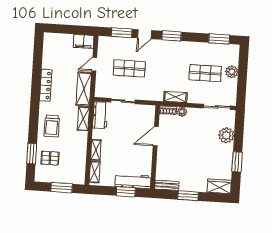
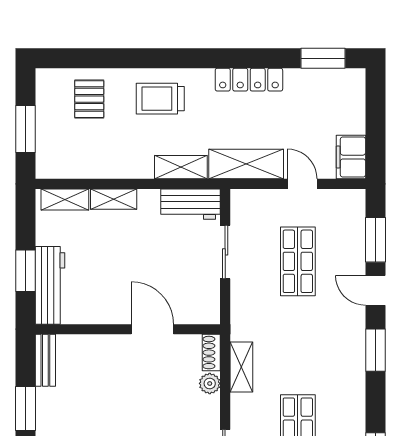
window: (32, 154) -> (323, 58), moved

